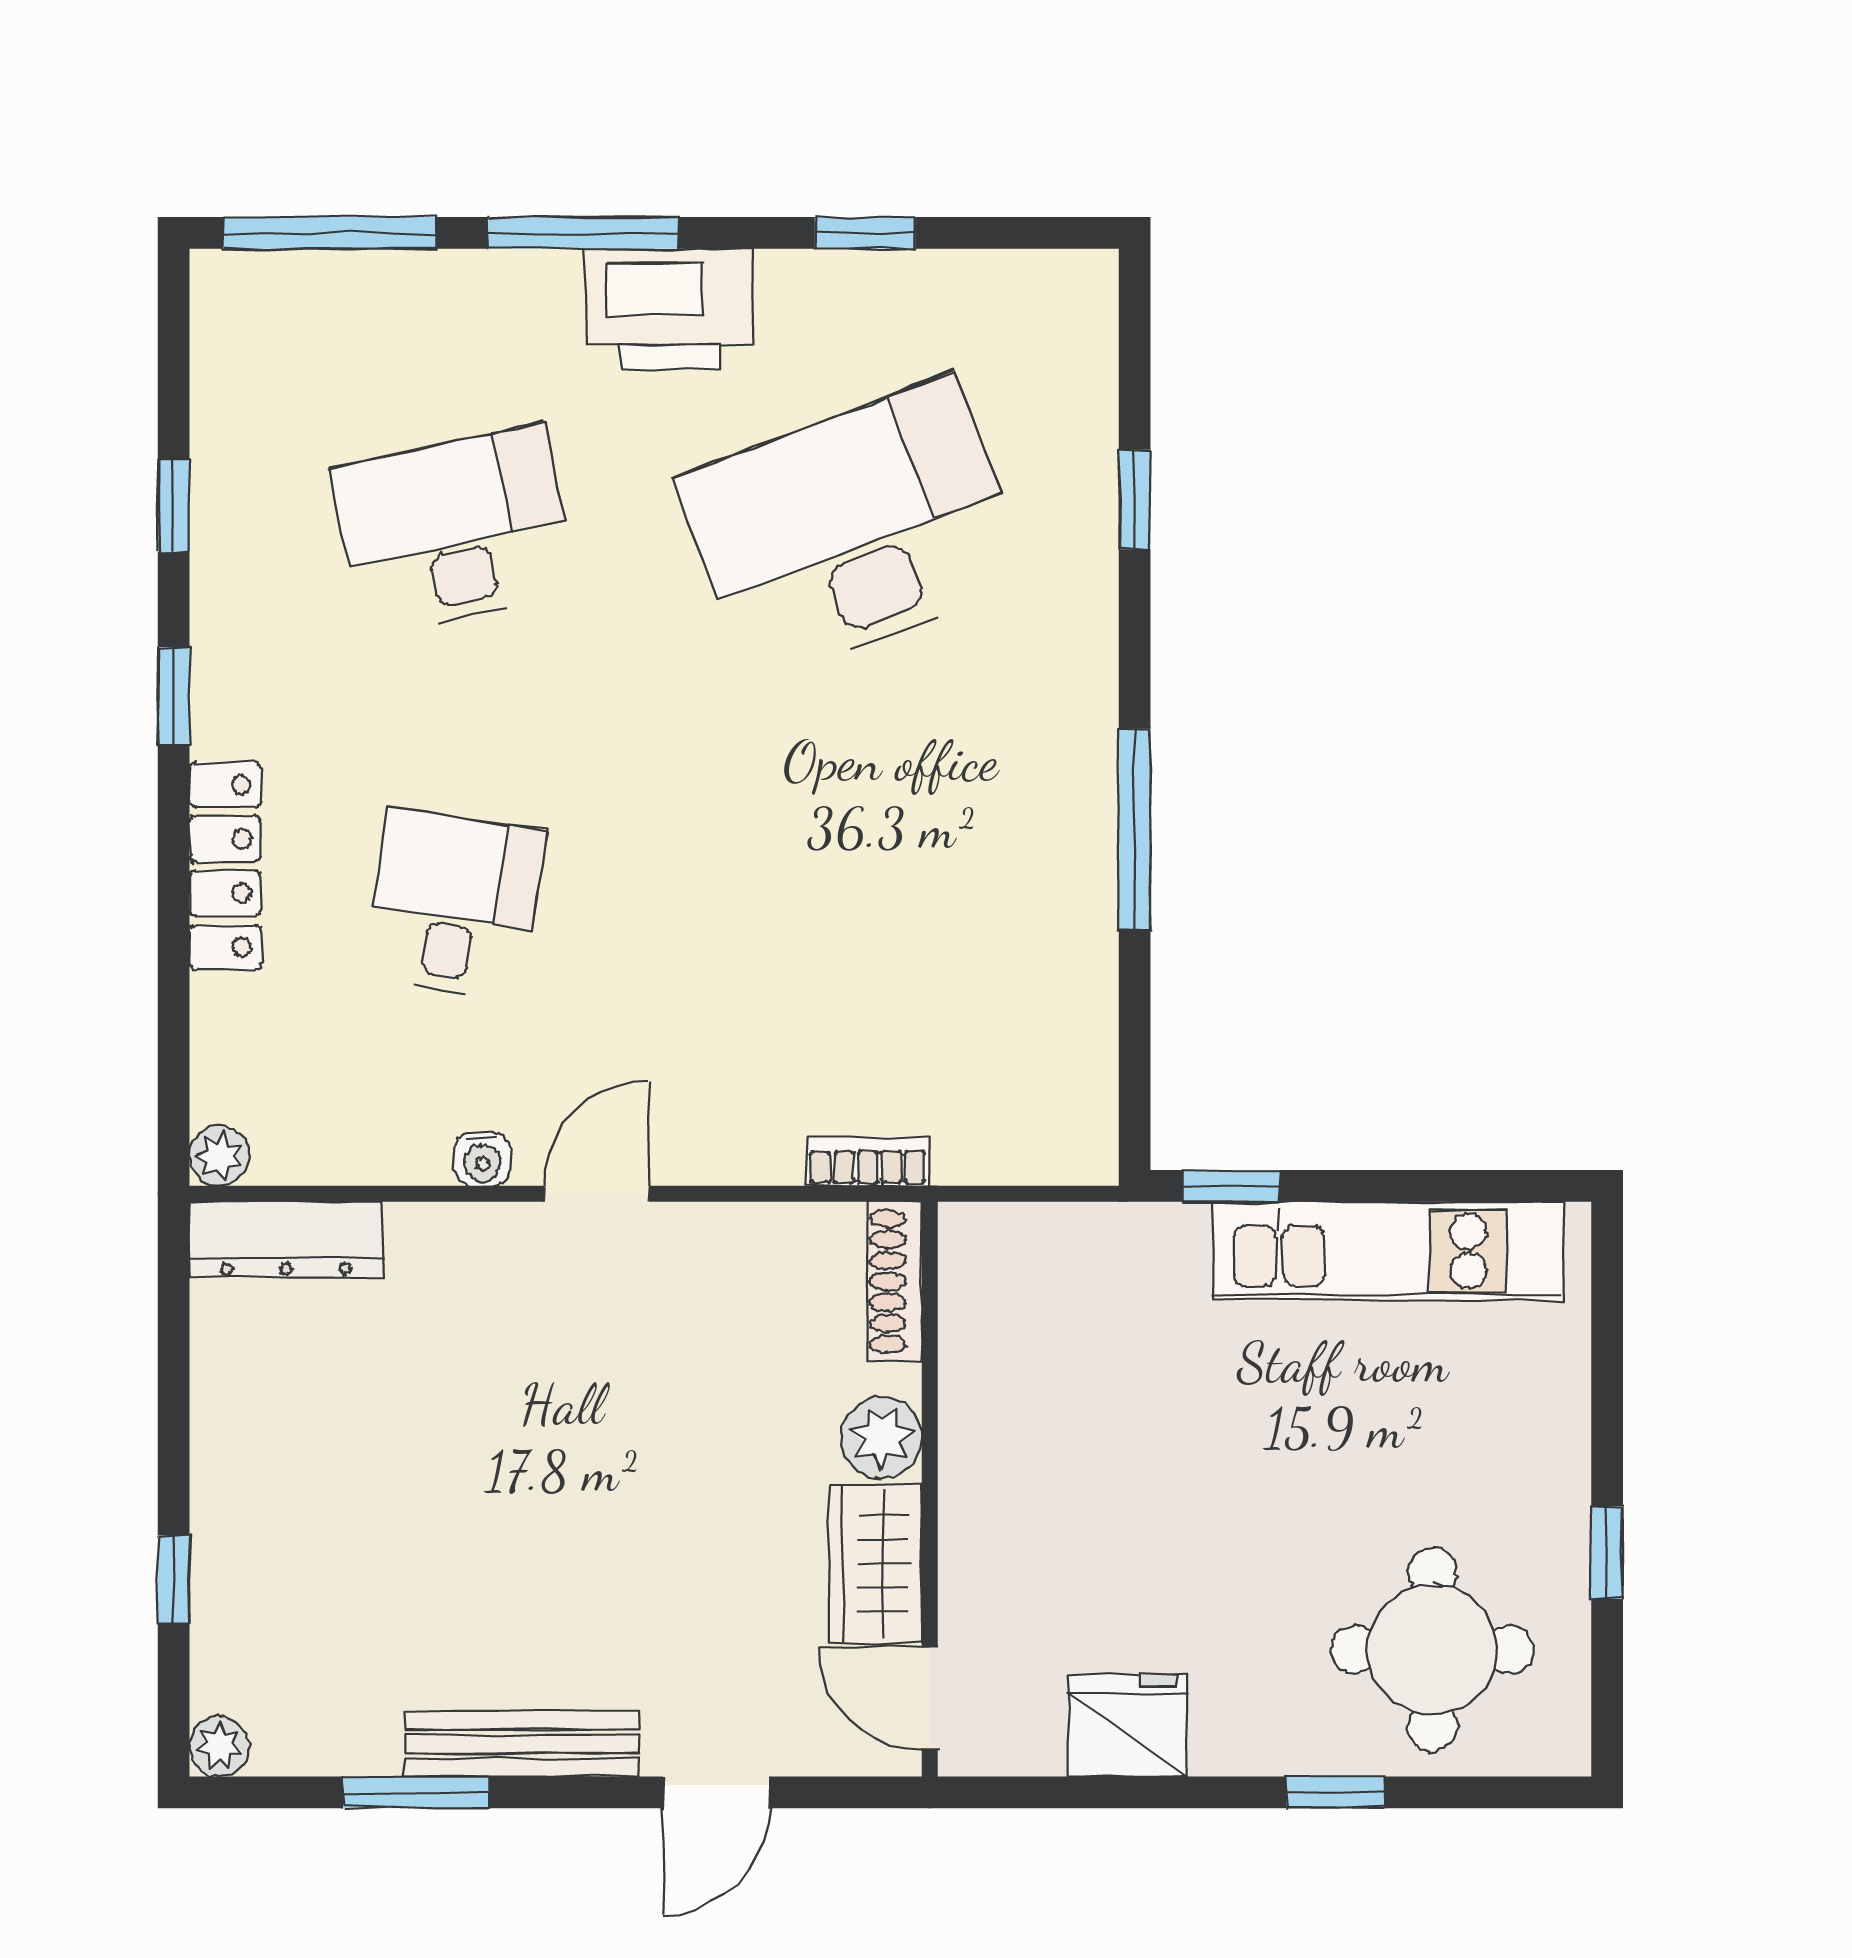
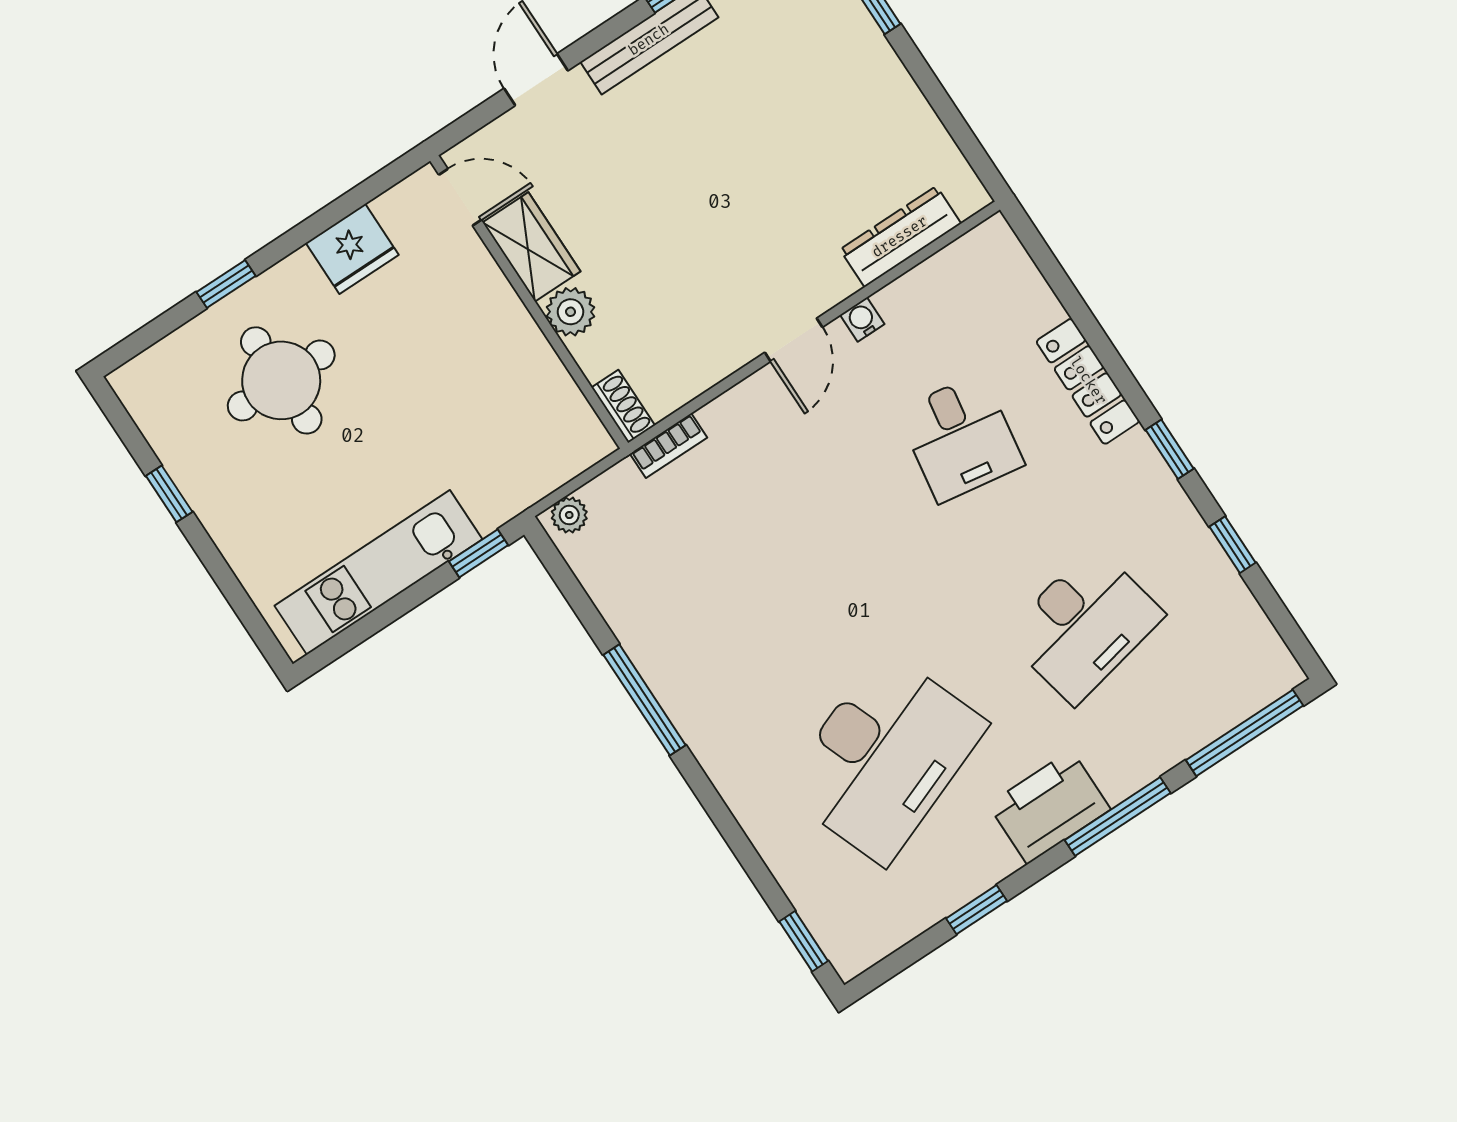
window: (1135, 499) -> (804, 941), moved
plant: (219, 1156) -> (569, 515), moved
dresser: (286, 1239) -> (900, 237), moved
shoe rack: (895, 1281) -> (623, 406), width x0.70
round table: (1432, 1650) -> (281, 380), moved

